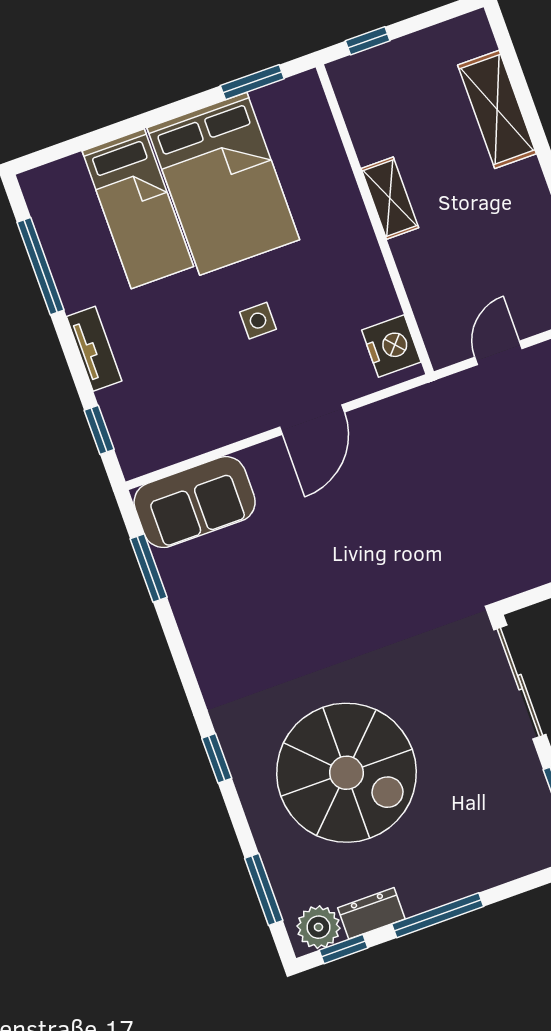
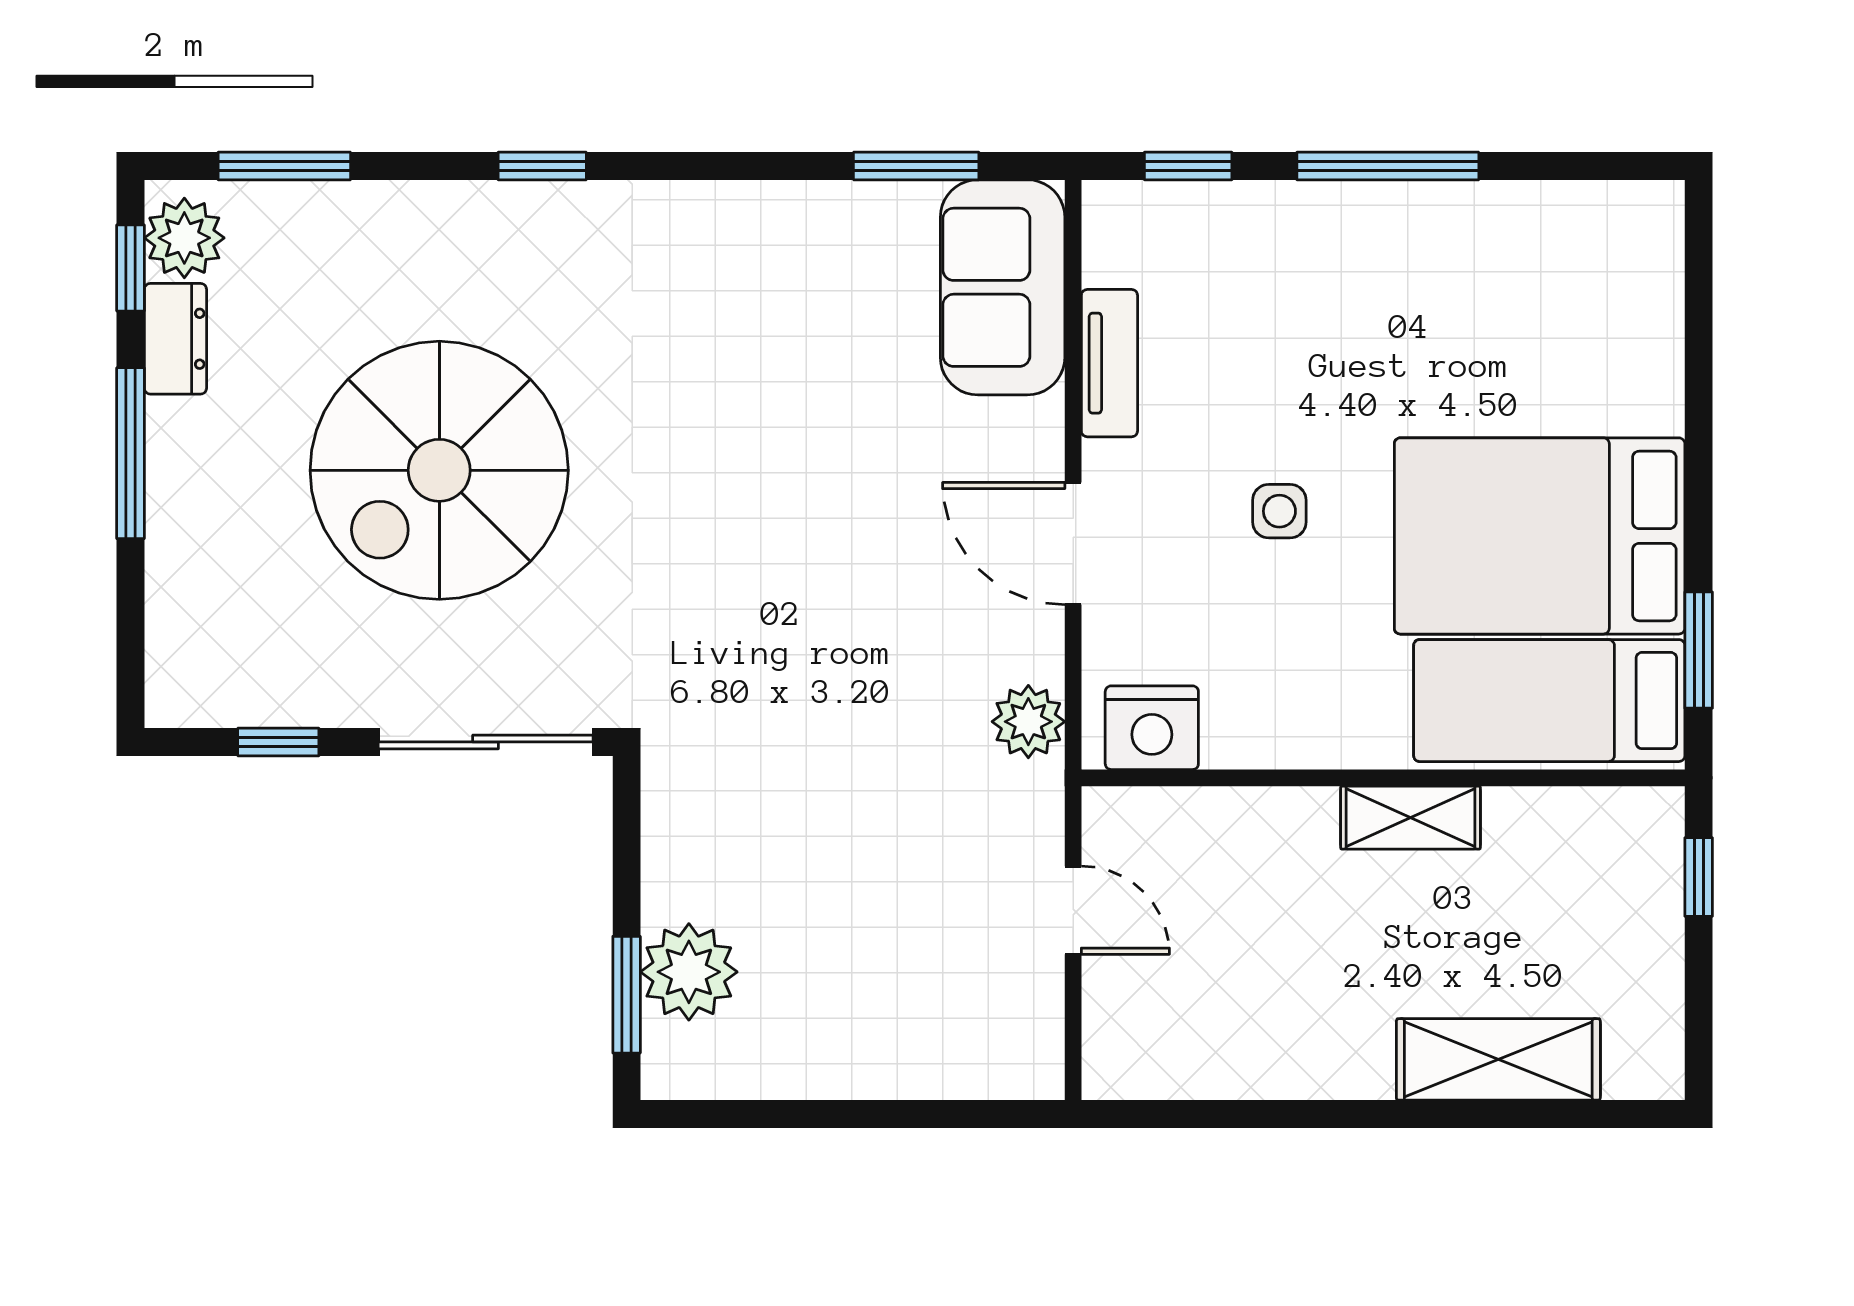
bed: (138, 209) -> (1549, 701), moved
window: (41, 266) -> (1388, 166), moved
tv unit: (94, 349) -> (1109, 363), moved, turned -90
plant: (411, 410) -> (1028, 722), added
spiral stairs: (346, 773) -> (439, 470), moved

